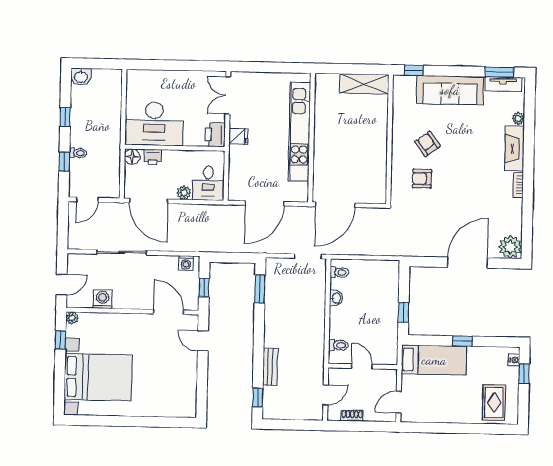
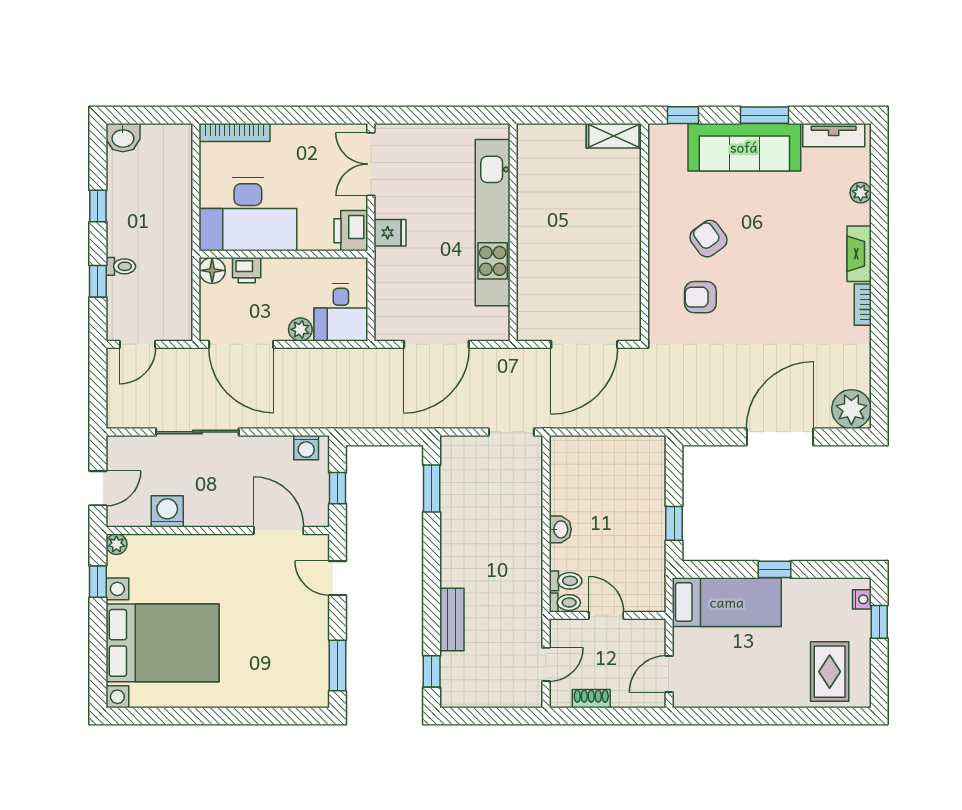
window: (500, 72) -> (764, 115), moved
bookcase: (147, 75) -> (235, 132), added
shelving: (364, 84) -> (614, 136), width x0.67, depth x0.75
fireplace: (515, 149) -> (859, 254), width x0.73, depth x0.76
door: (335, 205) -> (584, 344), moved
toilet: (339, 272) -> (565, 603), moved
washbasin: (336, 298) -> (560, 529), moved
window: (202, 393) -> (338, 666), added

